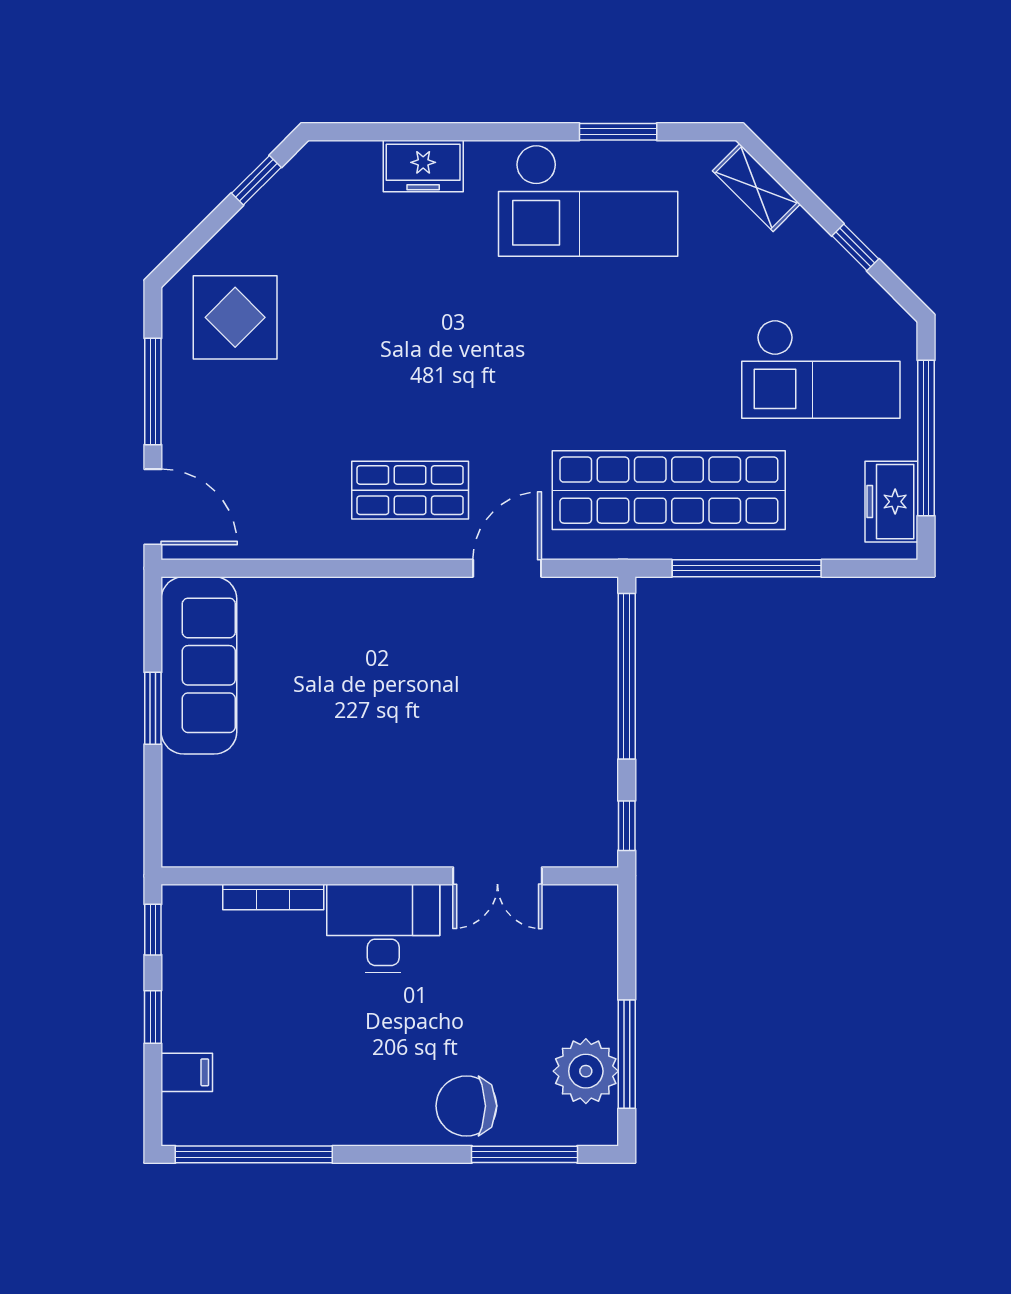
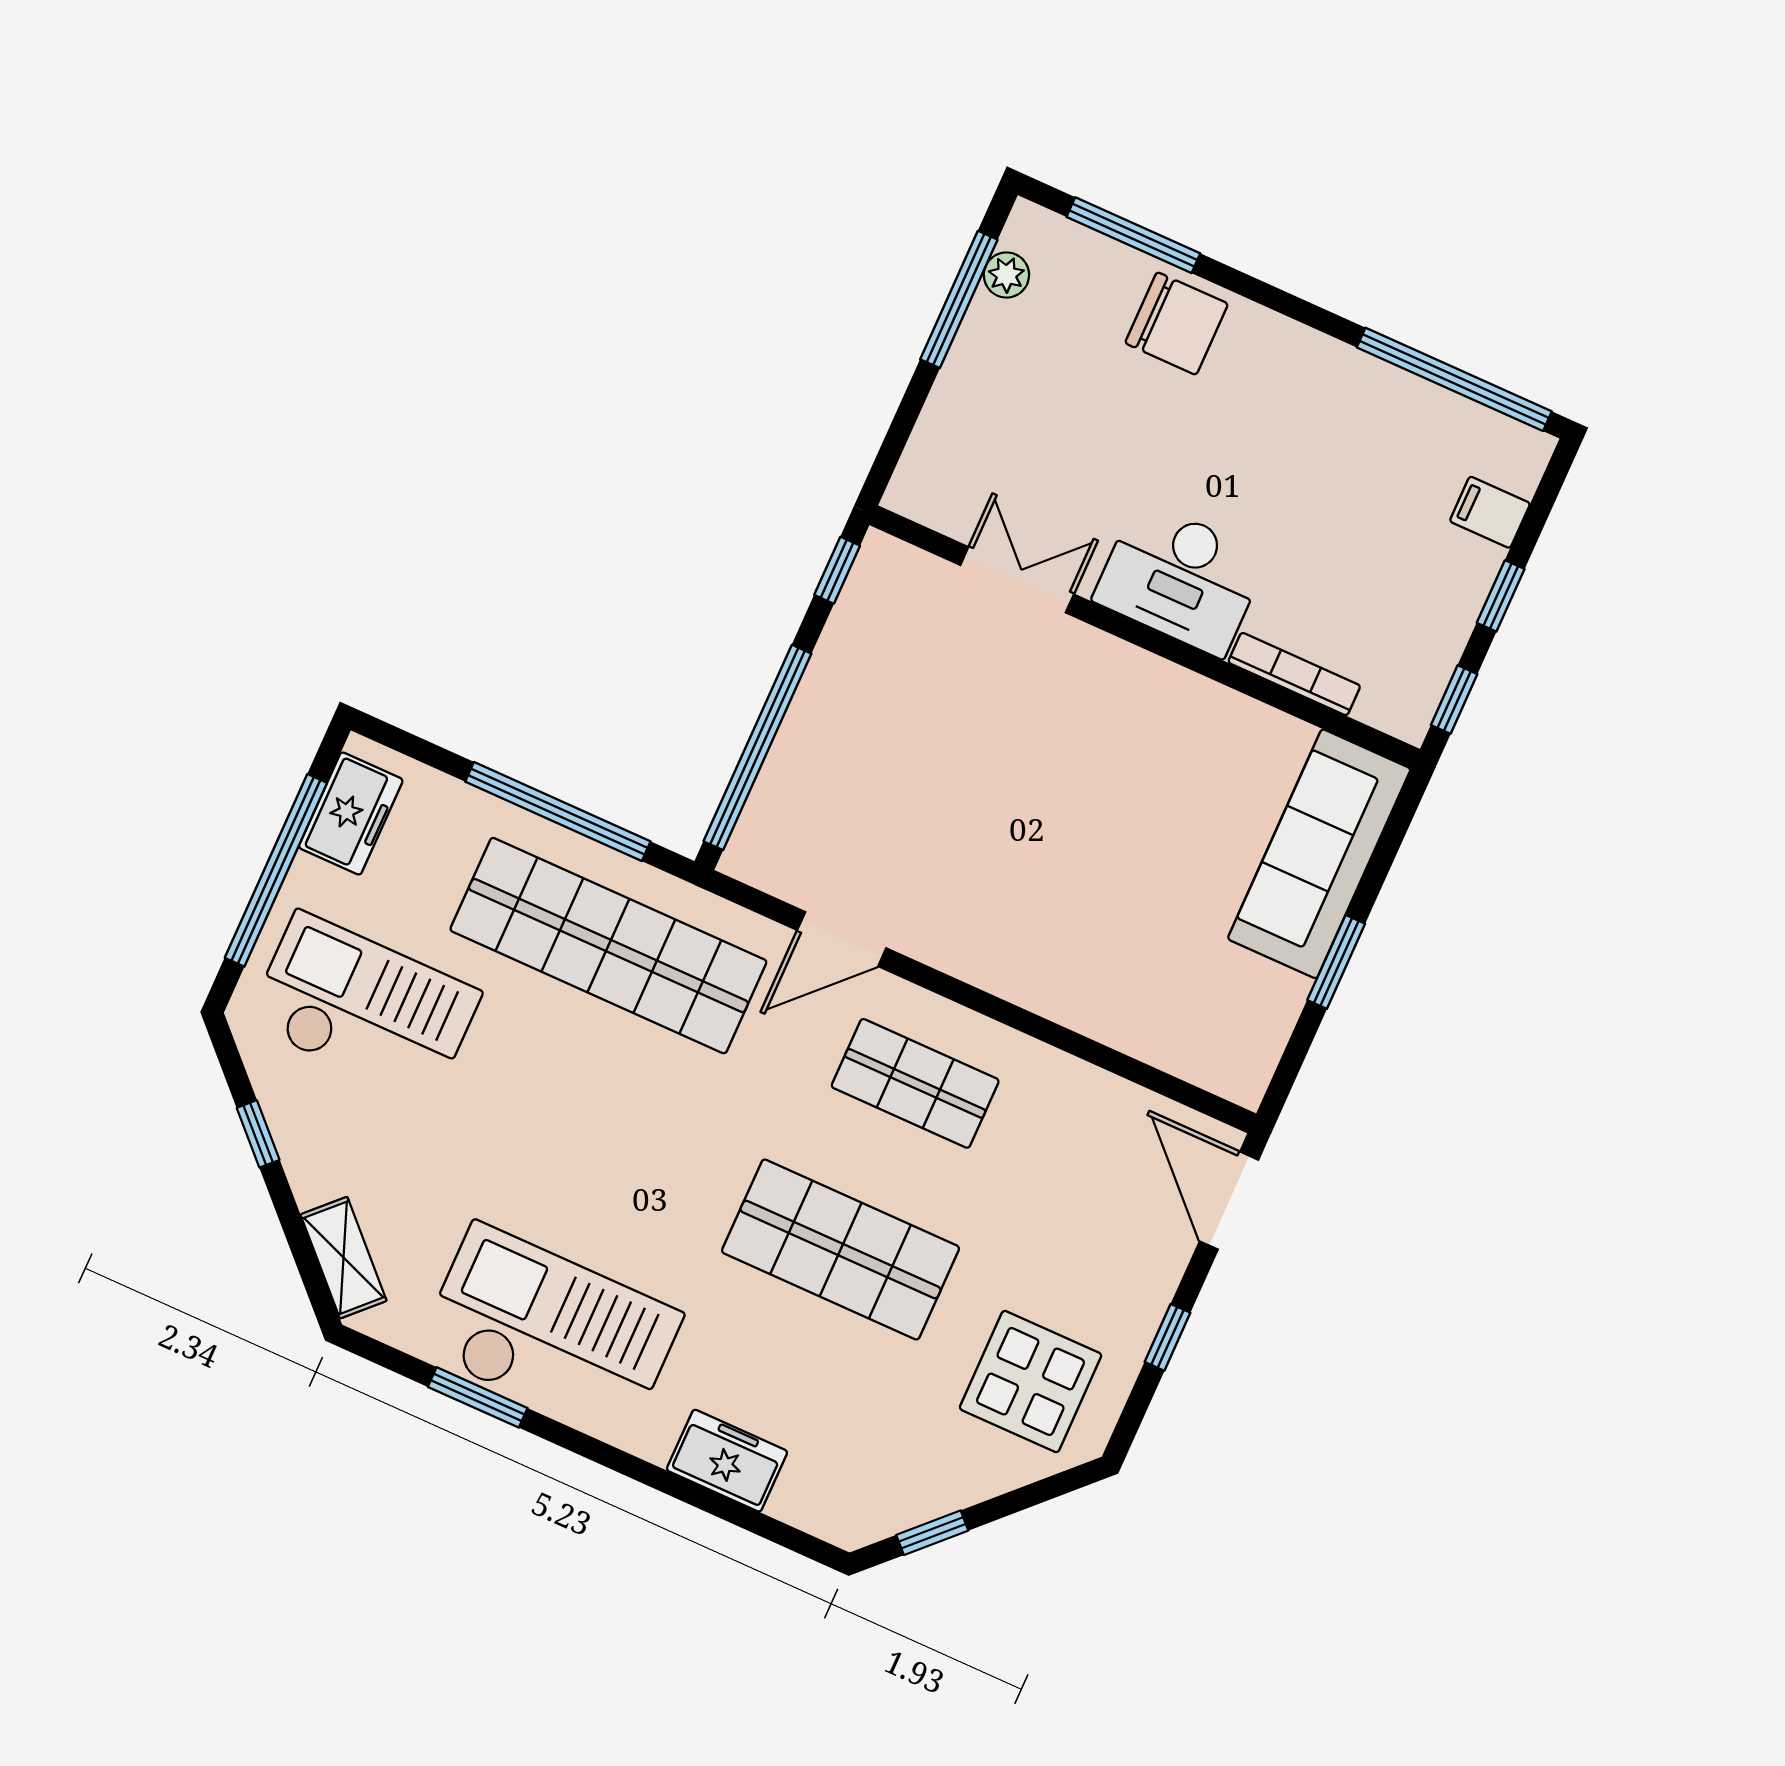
shop shelf: (410, 350) -> (841, 1250), added
window: (153, 392) -> (1168, 1337), width x0.46
sofa: (199, 665) -> (1319, 854), moved
plant: (586, 1071) -> (1006, 275), width x0.53, depth x0.53

